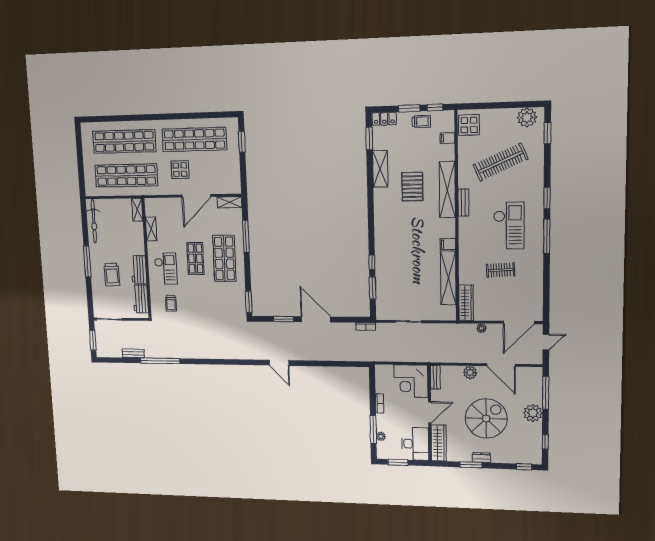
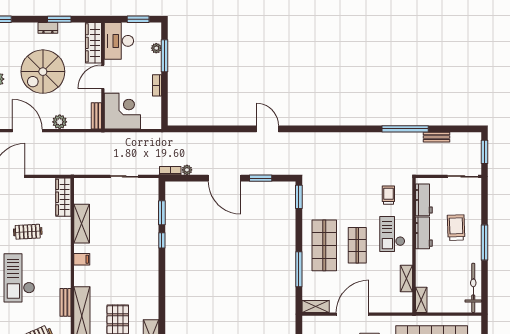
shelving: (448, 278) -> (82, 224), width x0.68
plant: (481, 328) -> (187, 170), moved

